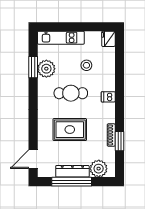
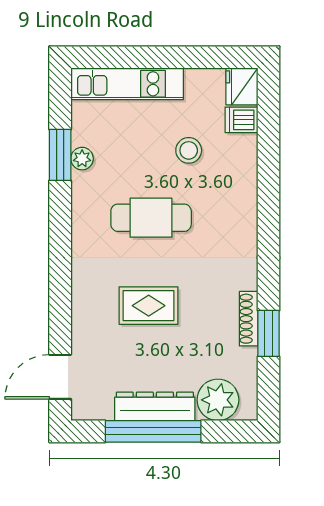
plant: (46, 69) -> (82, 159), width x0.53, depth x0.53
dishwasher: (108, 97) -> (241, 120), moved
rug: (70, 130) -> (149, 306), width x0.73, depth x0.70

